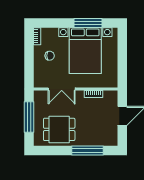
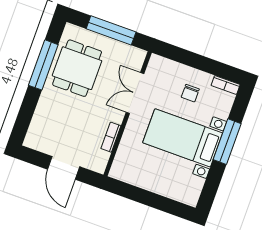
window: (88, 23) -> (227, 142), moved
bed with nightstands: (85, 51) -> (183, 138), width x0.73
window: (88, 150) -> (43, 65), moved

